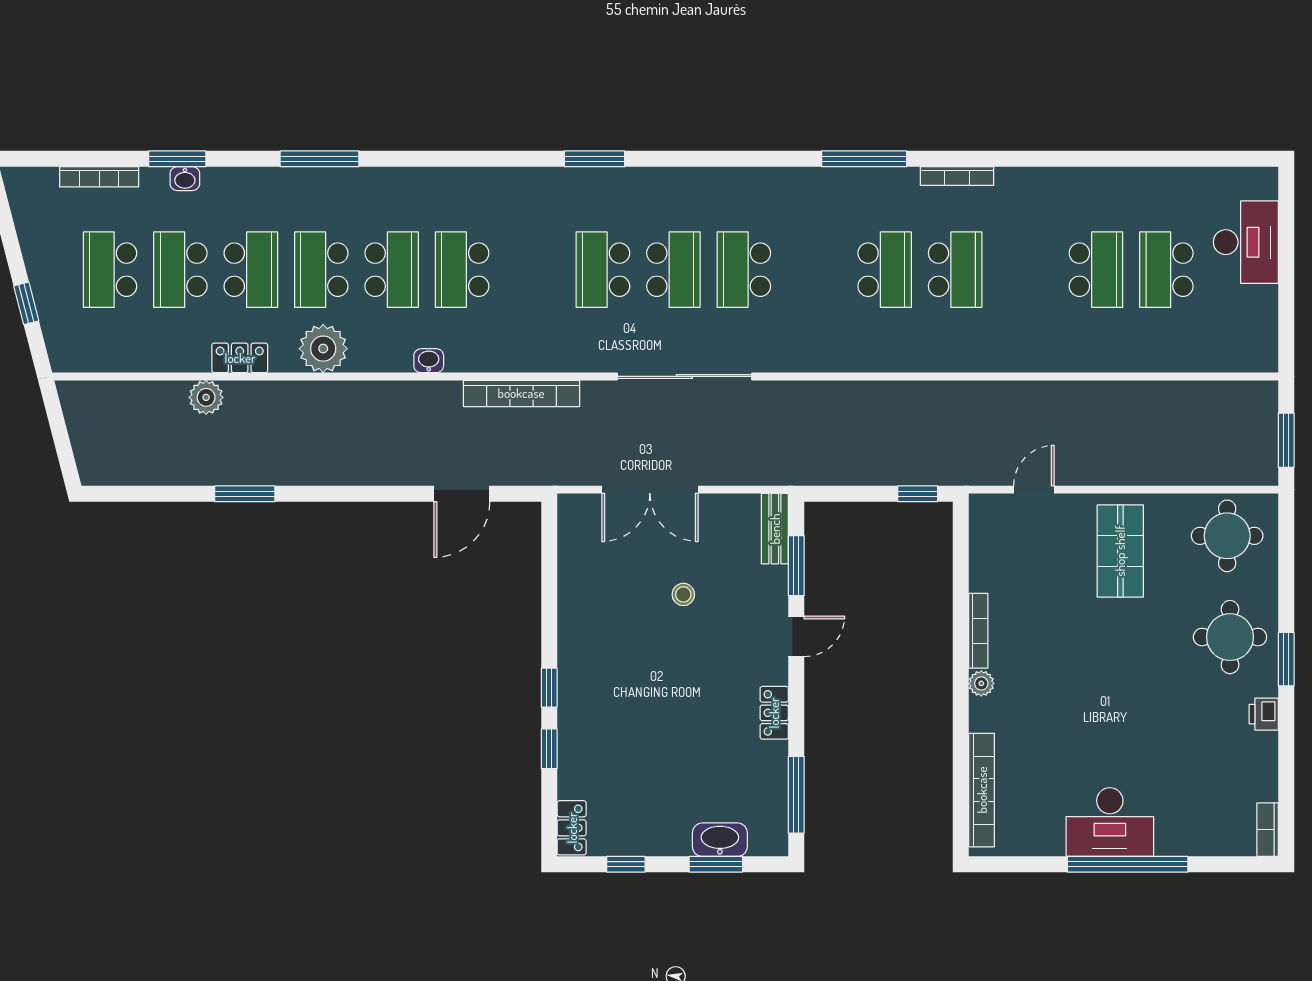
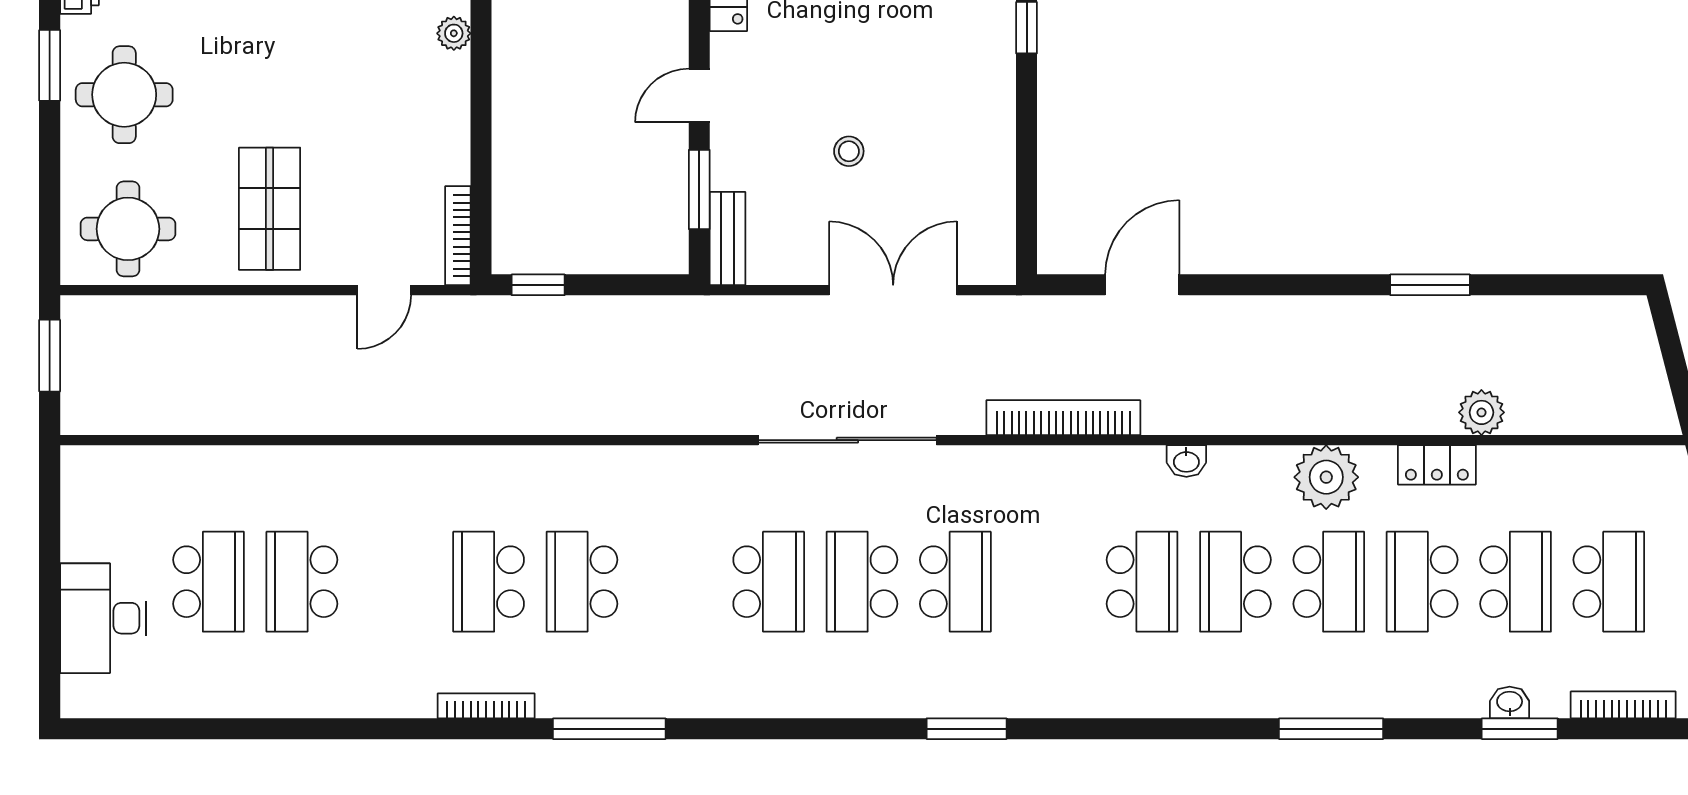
bookcase: (978, 631) -> (458, 236), moved

